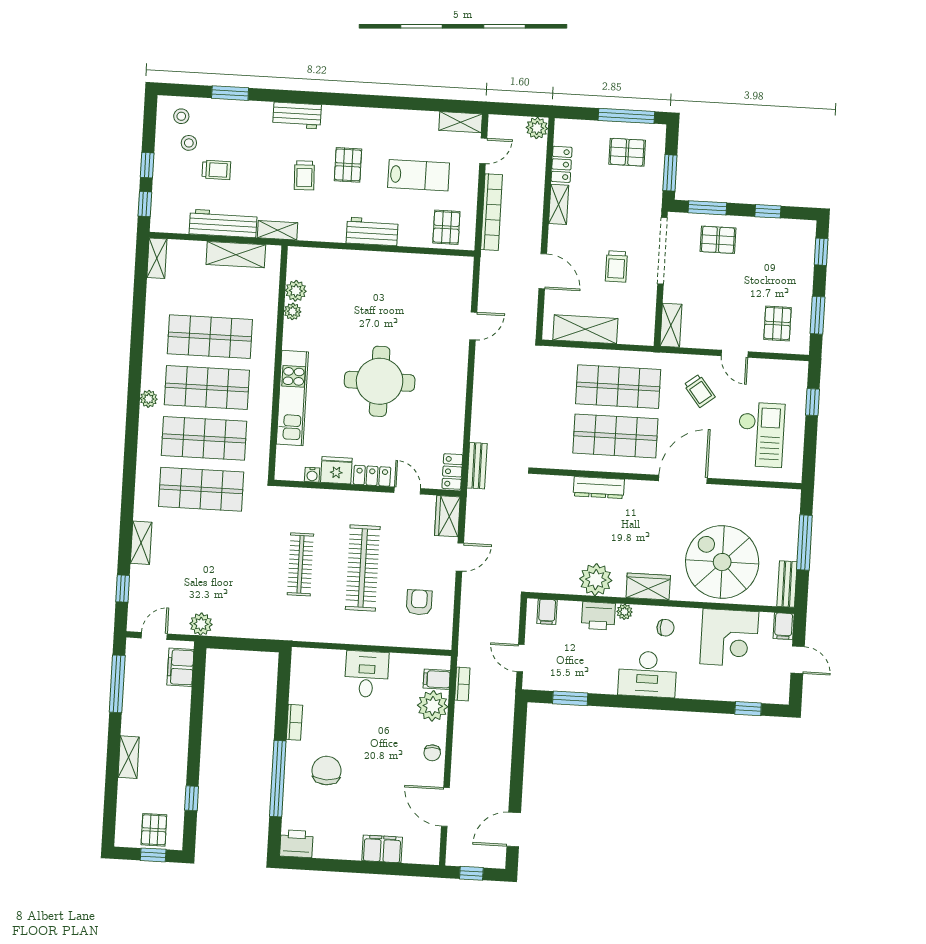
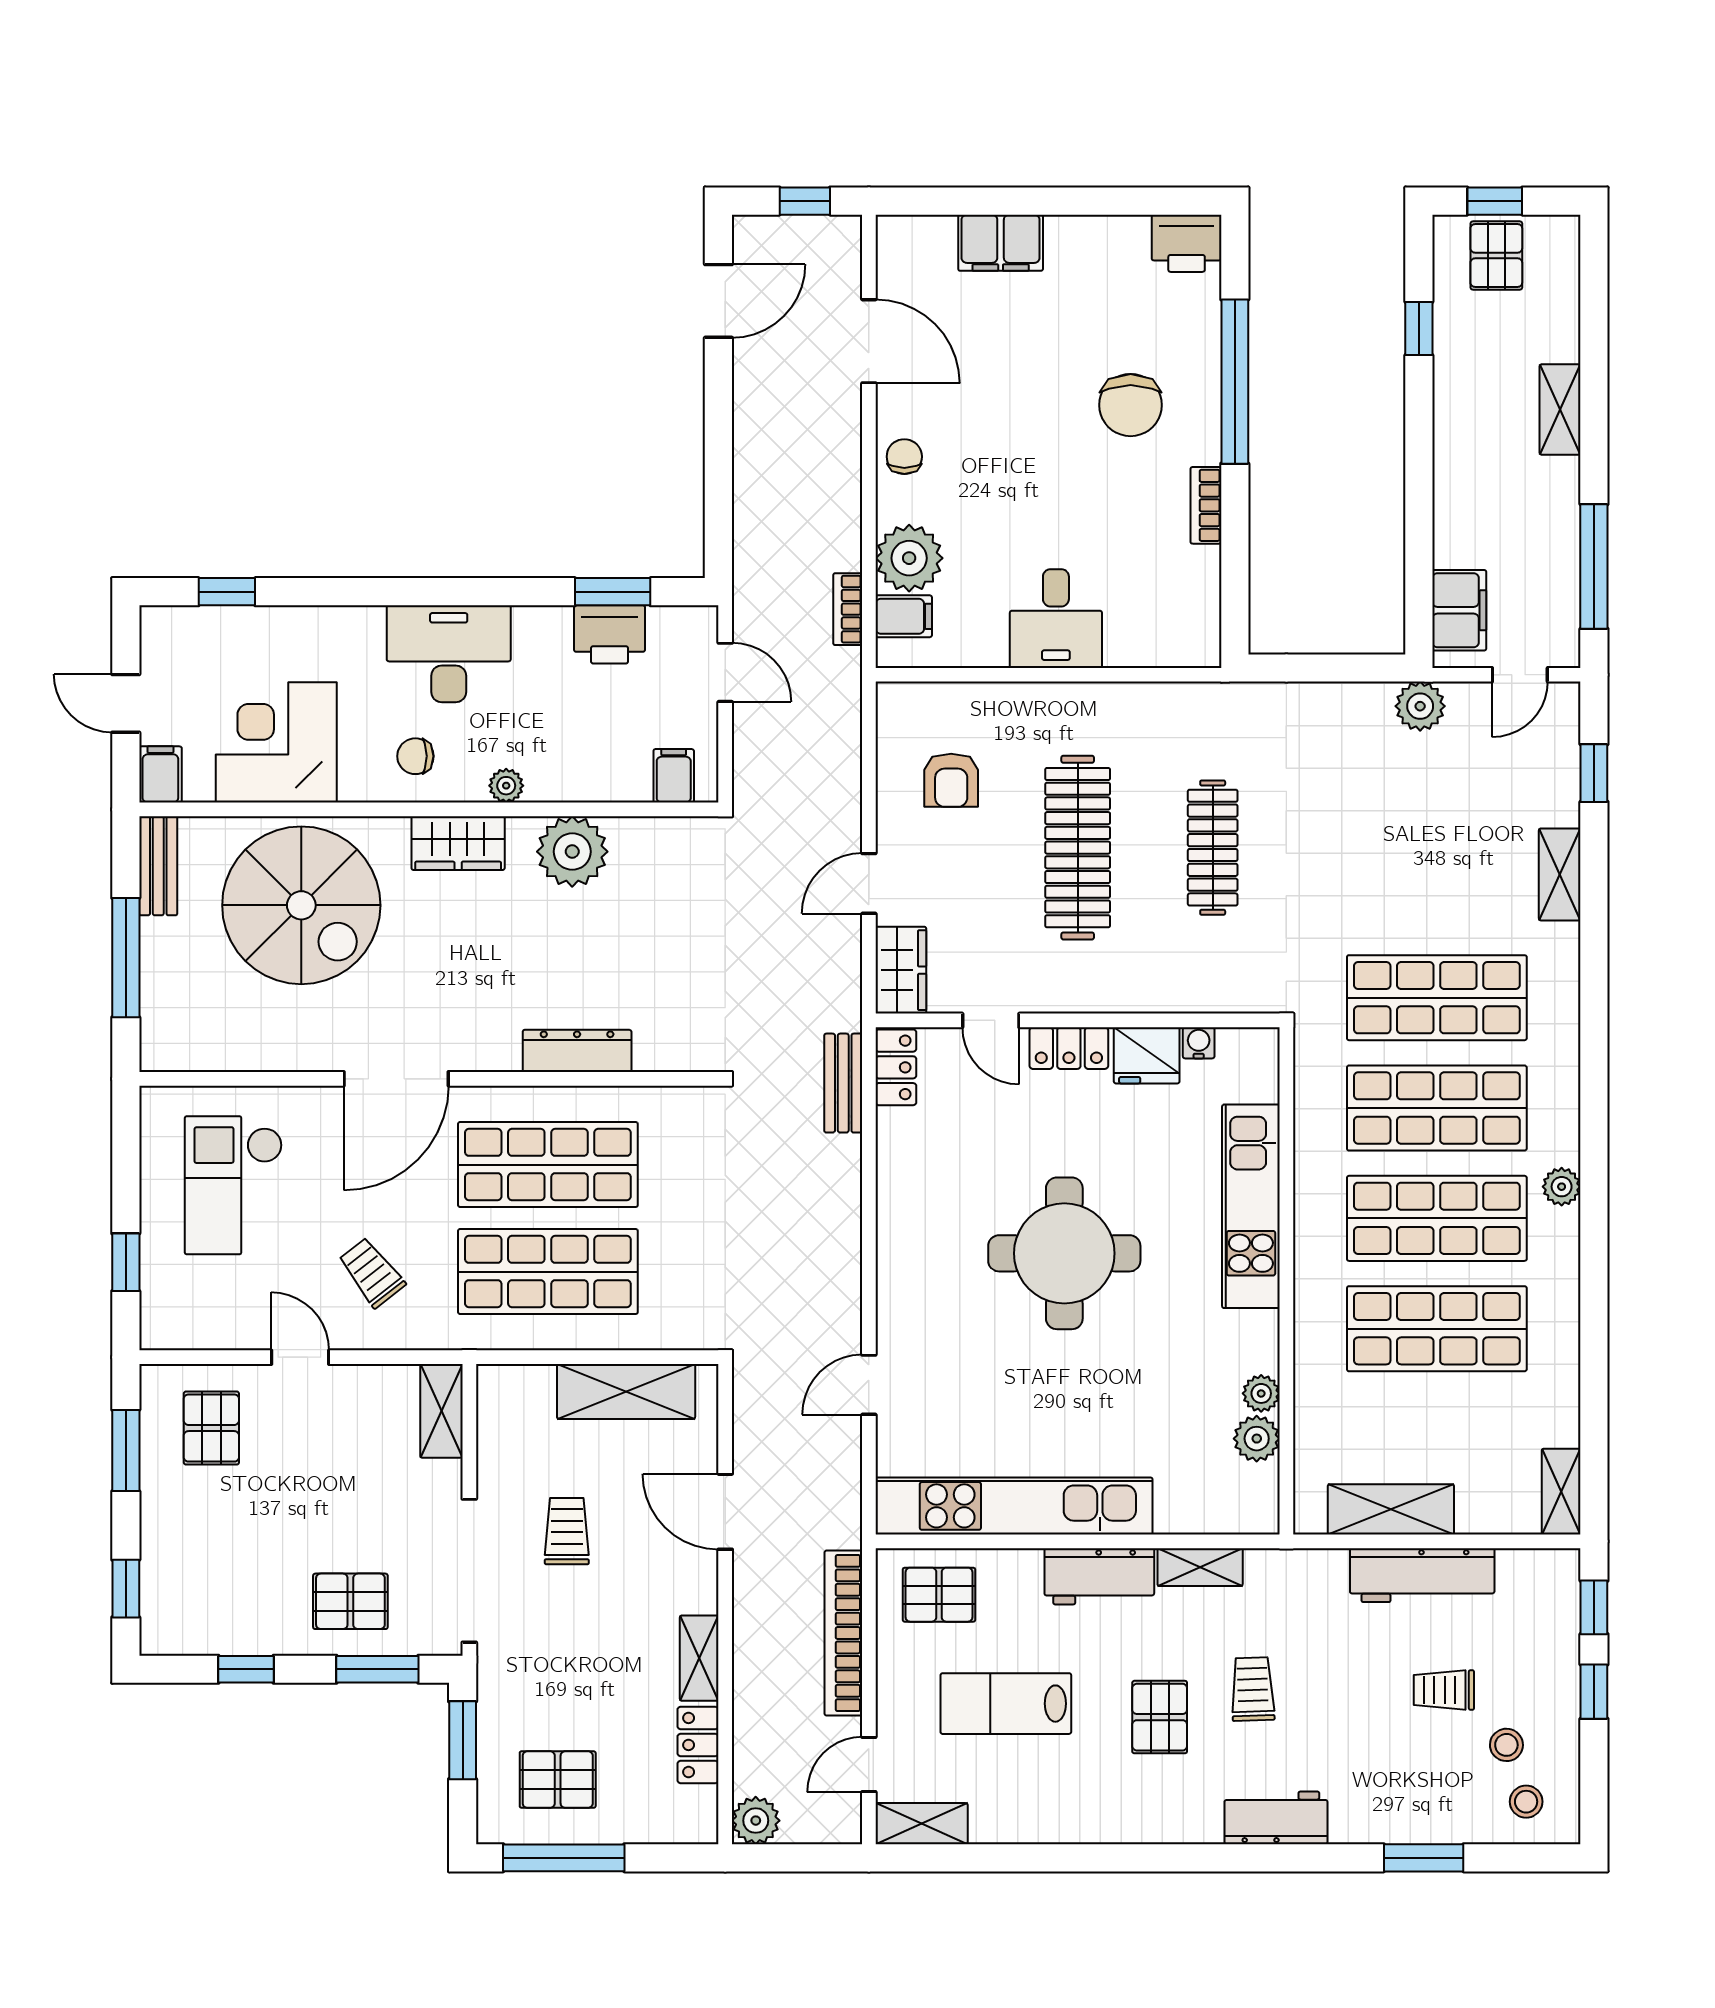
pallet: (446, 227) -> (939, 1595), turned 90
shelving: (277, 230) -> (1200, 1567), moved
kitchen unit: (410, 266) -> (1014, 1506), added
printer: (598, 616) -> (610, 634), moved, turned 180

